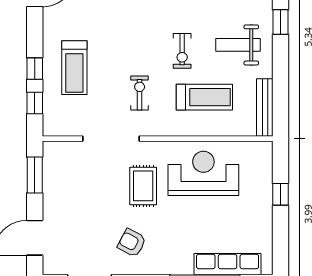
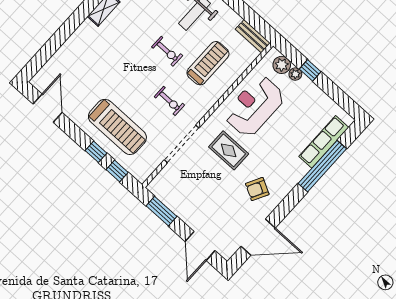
treadmill: (74, 68) -> (117, 127), width x1.37, depth x1.38
exercise bike: (140, 93) -> (169, 101), turned 180
bench: (265, 107) -> (253, 36), width x0.73
plant: (262, 164) -> (282, 65), added
plant: (265, 184) -> (295, 74), added

